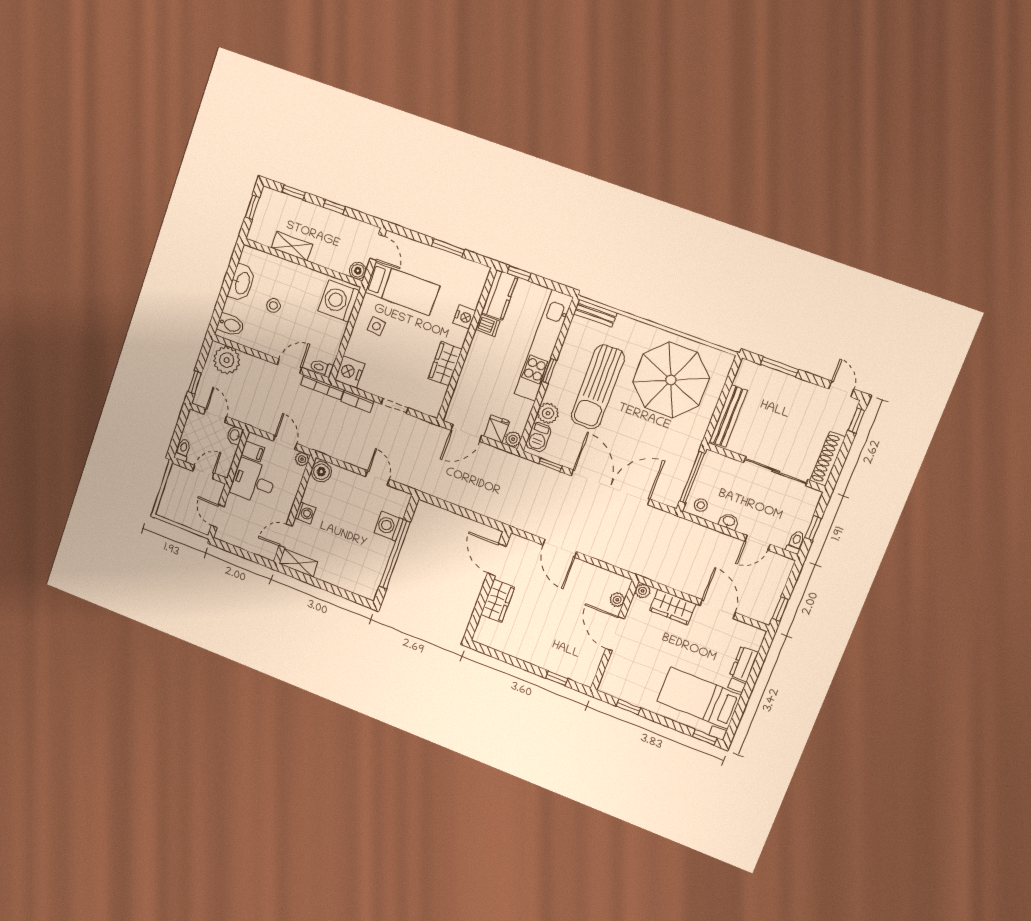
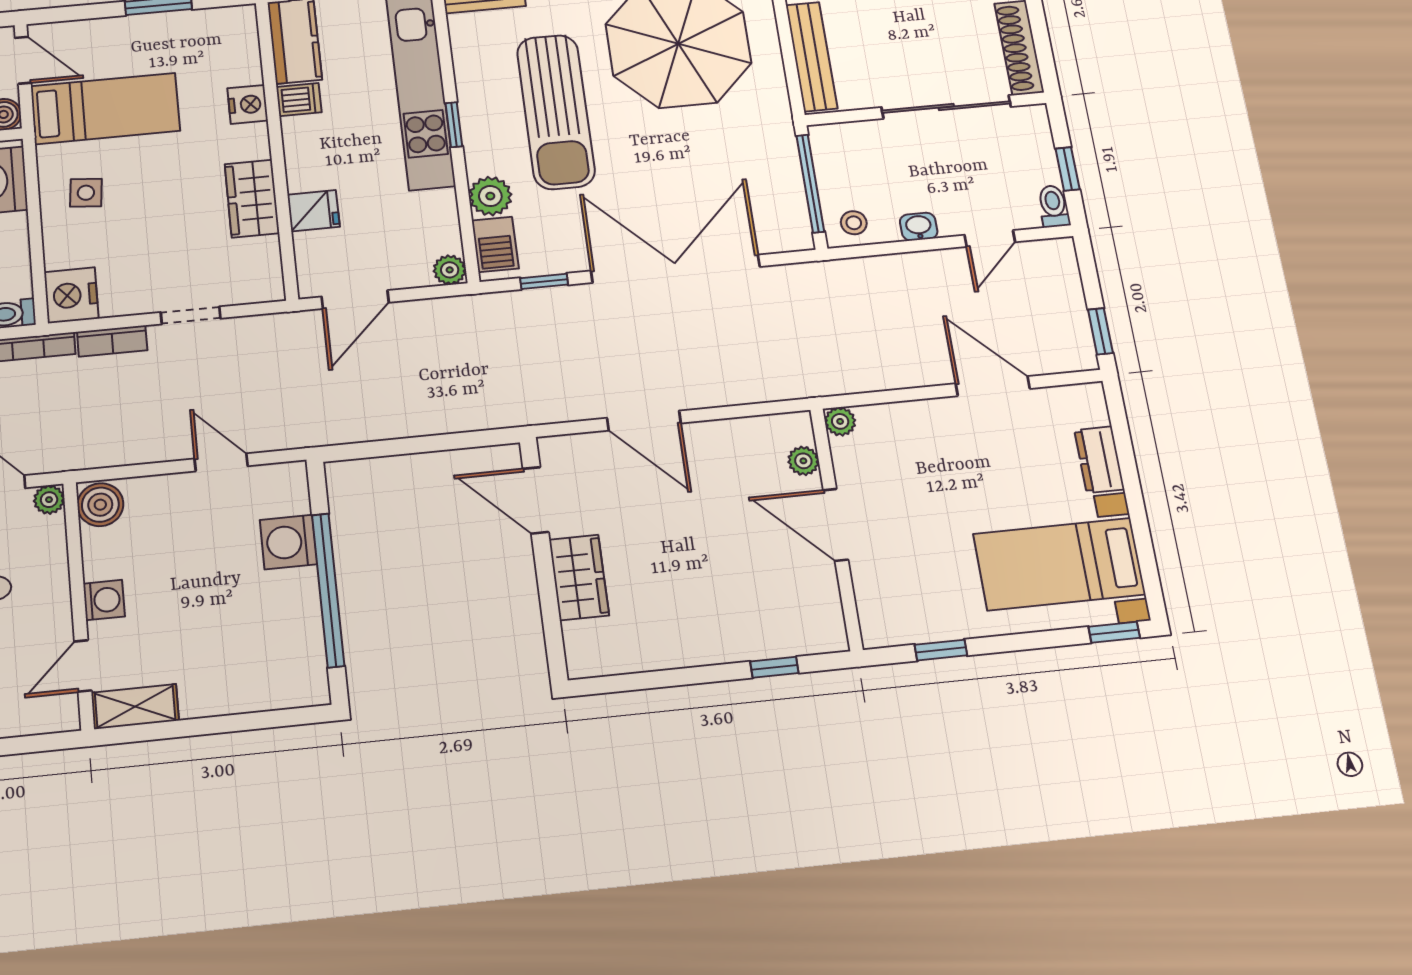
fridge: (497, 429) -> (313, 211), moved, turned 90
wardrobe: (673, 607) -> (911, 423), removed

